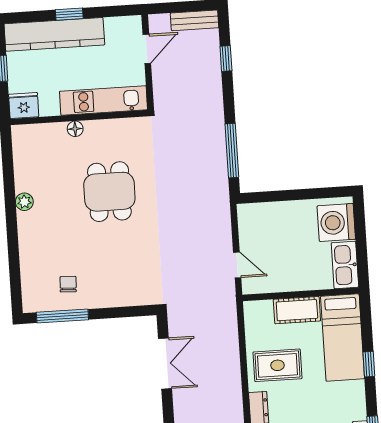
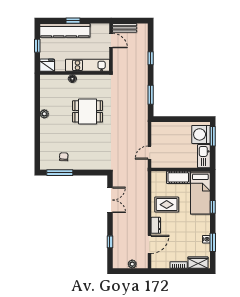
bench: (195, 20) -> (125, 28), moved
door: (147, 49) -> (111, 41), hinge flipped
window: (226, 59) -> (151, 58), moved
window: (232, 151) -> (151, 95), width x0.69
dining table: (109, 192) -> (88, 111), turned 90
window: (360, 225) -> (213, 136), added
door: (237, 265) -> (150, 153), swing flipped

